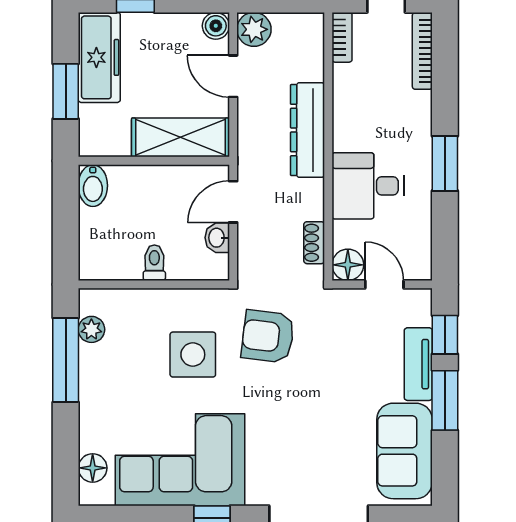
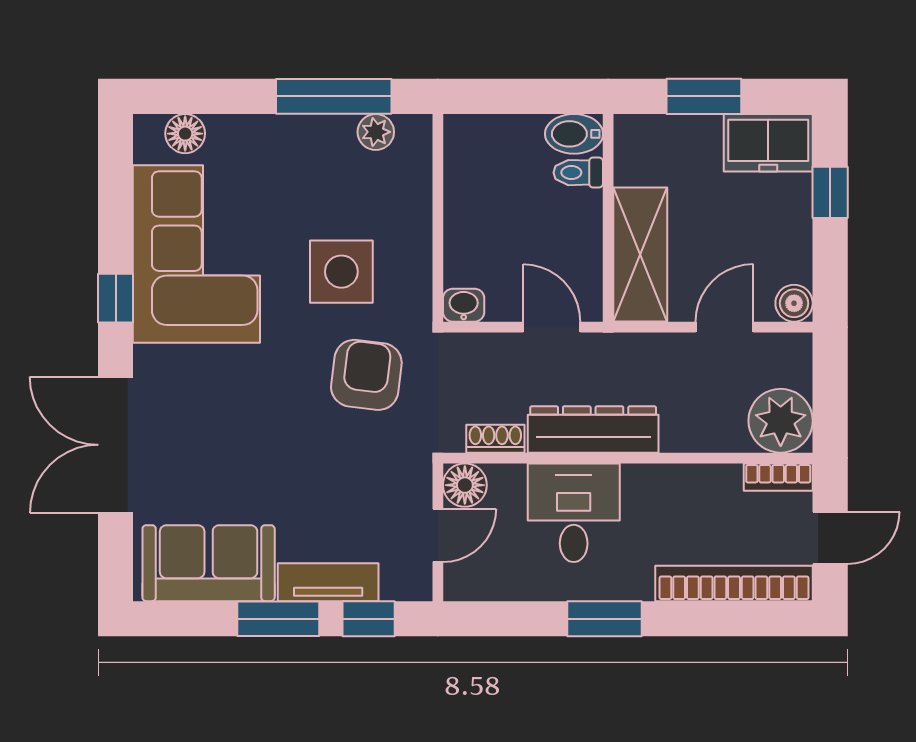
plant: (254, 29) -> (781, 421), moved, width x1.36, depth x1.36
bookcase: (422, 51) -> (734, 583), width x1.48, depth x1.31
freezer: (99, 57) -> (768, 143), width x0.71
dresser: (307, 130) -> (593, 429), moved
washbasin: (217, 238) -> (464, 305), moved
toilet: (154, 263) -> (578, 173), moved, turned 180

